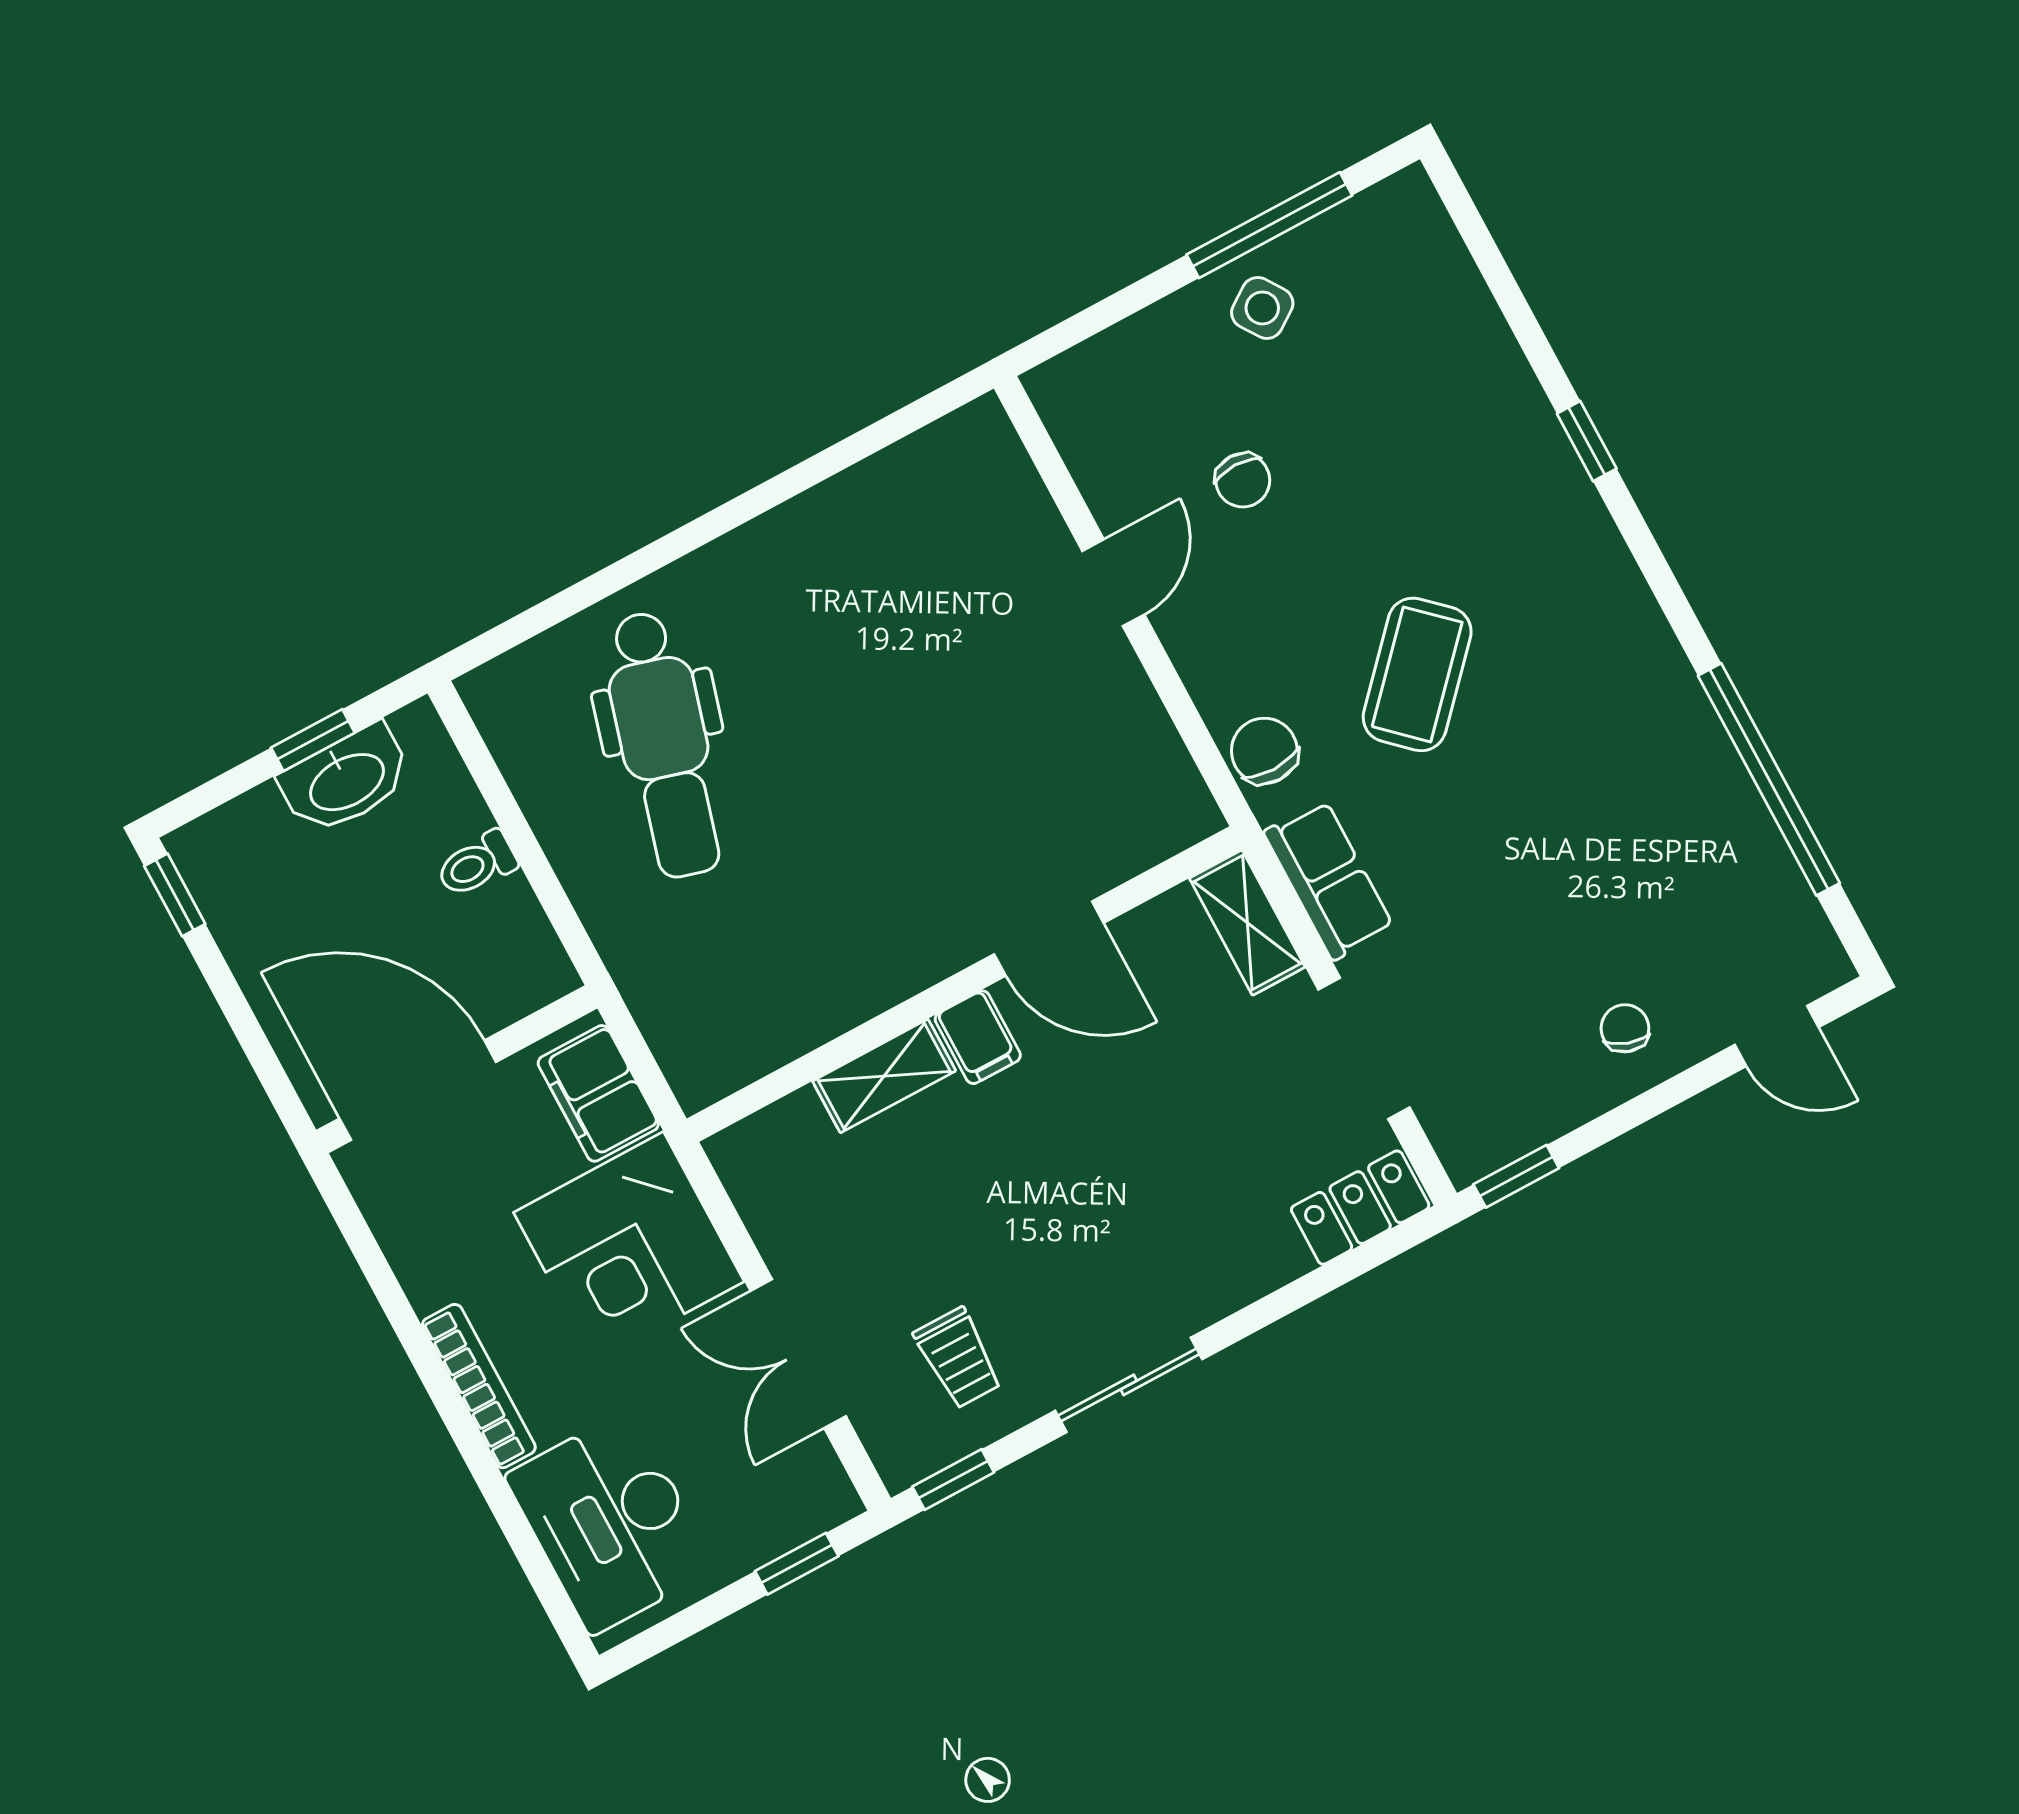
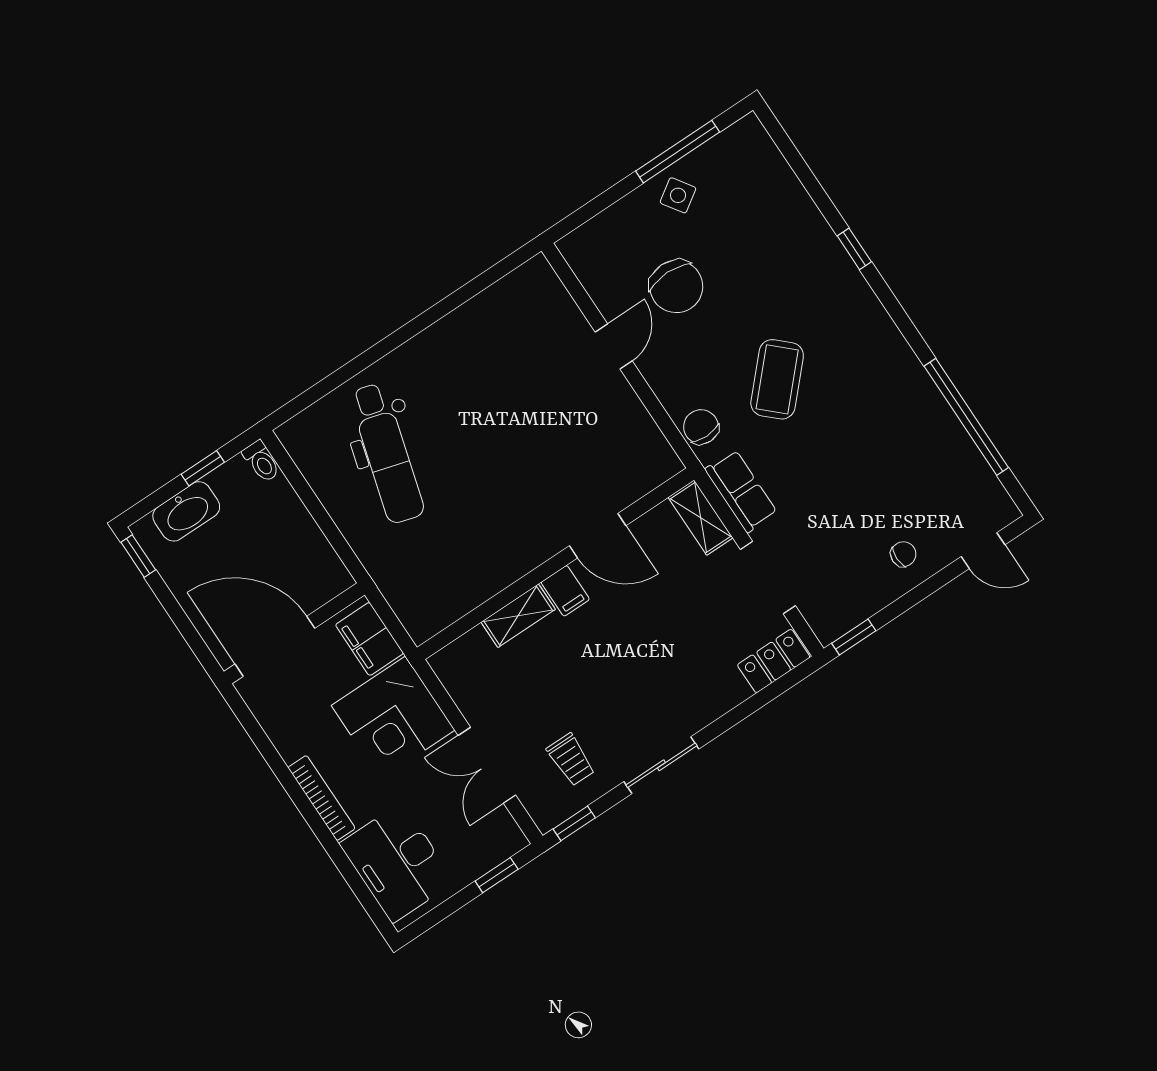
chair: (1243, 480) -> (676, 286), width x1.87, depth x1.87
washbasin: (346, 780) -> (186, 511), moved
toilet: (477, 864) -> (261, 461), moved, turned -90
chair: (1625, 1028) -> (903, 554), turned 71

